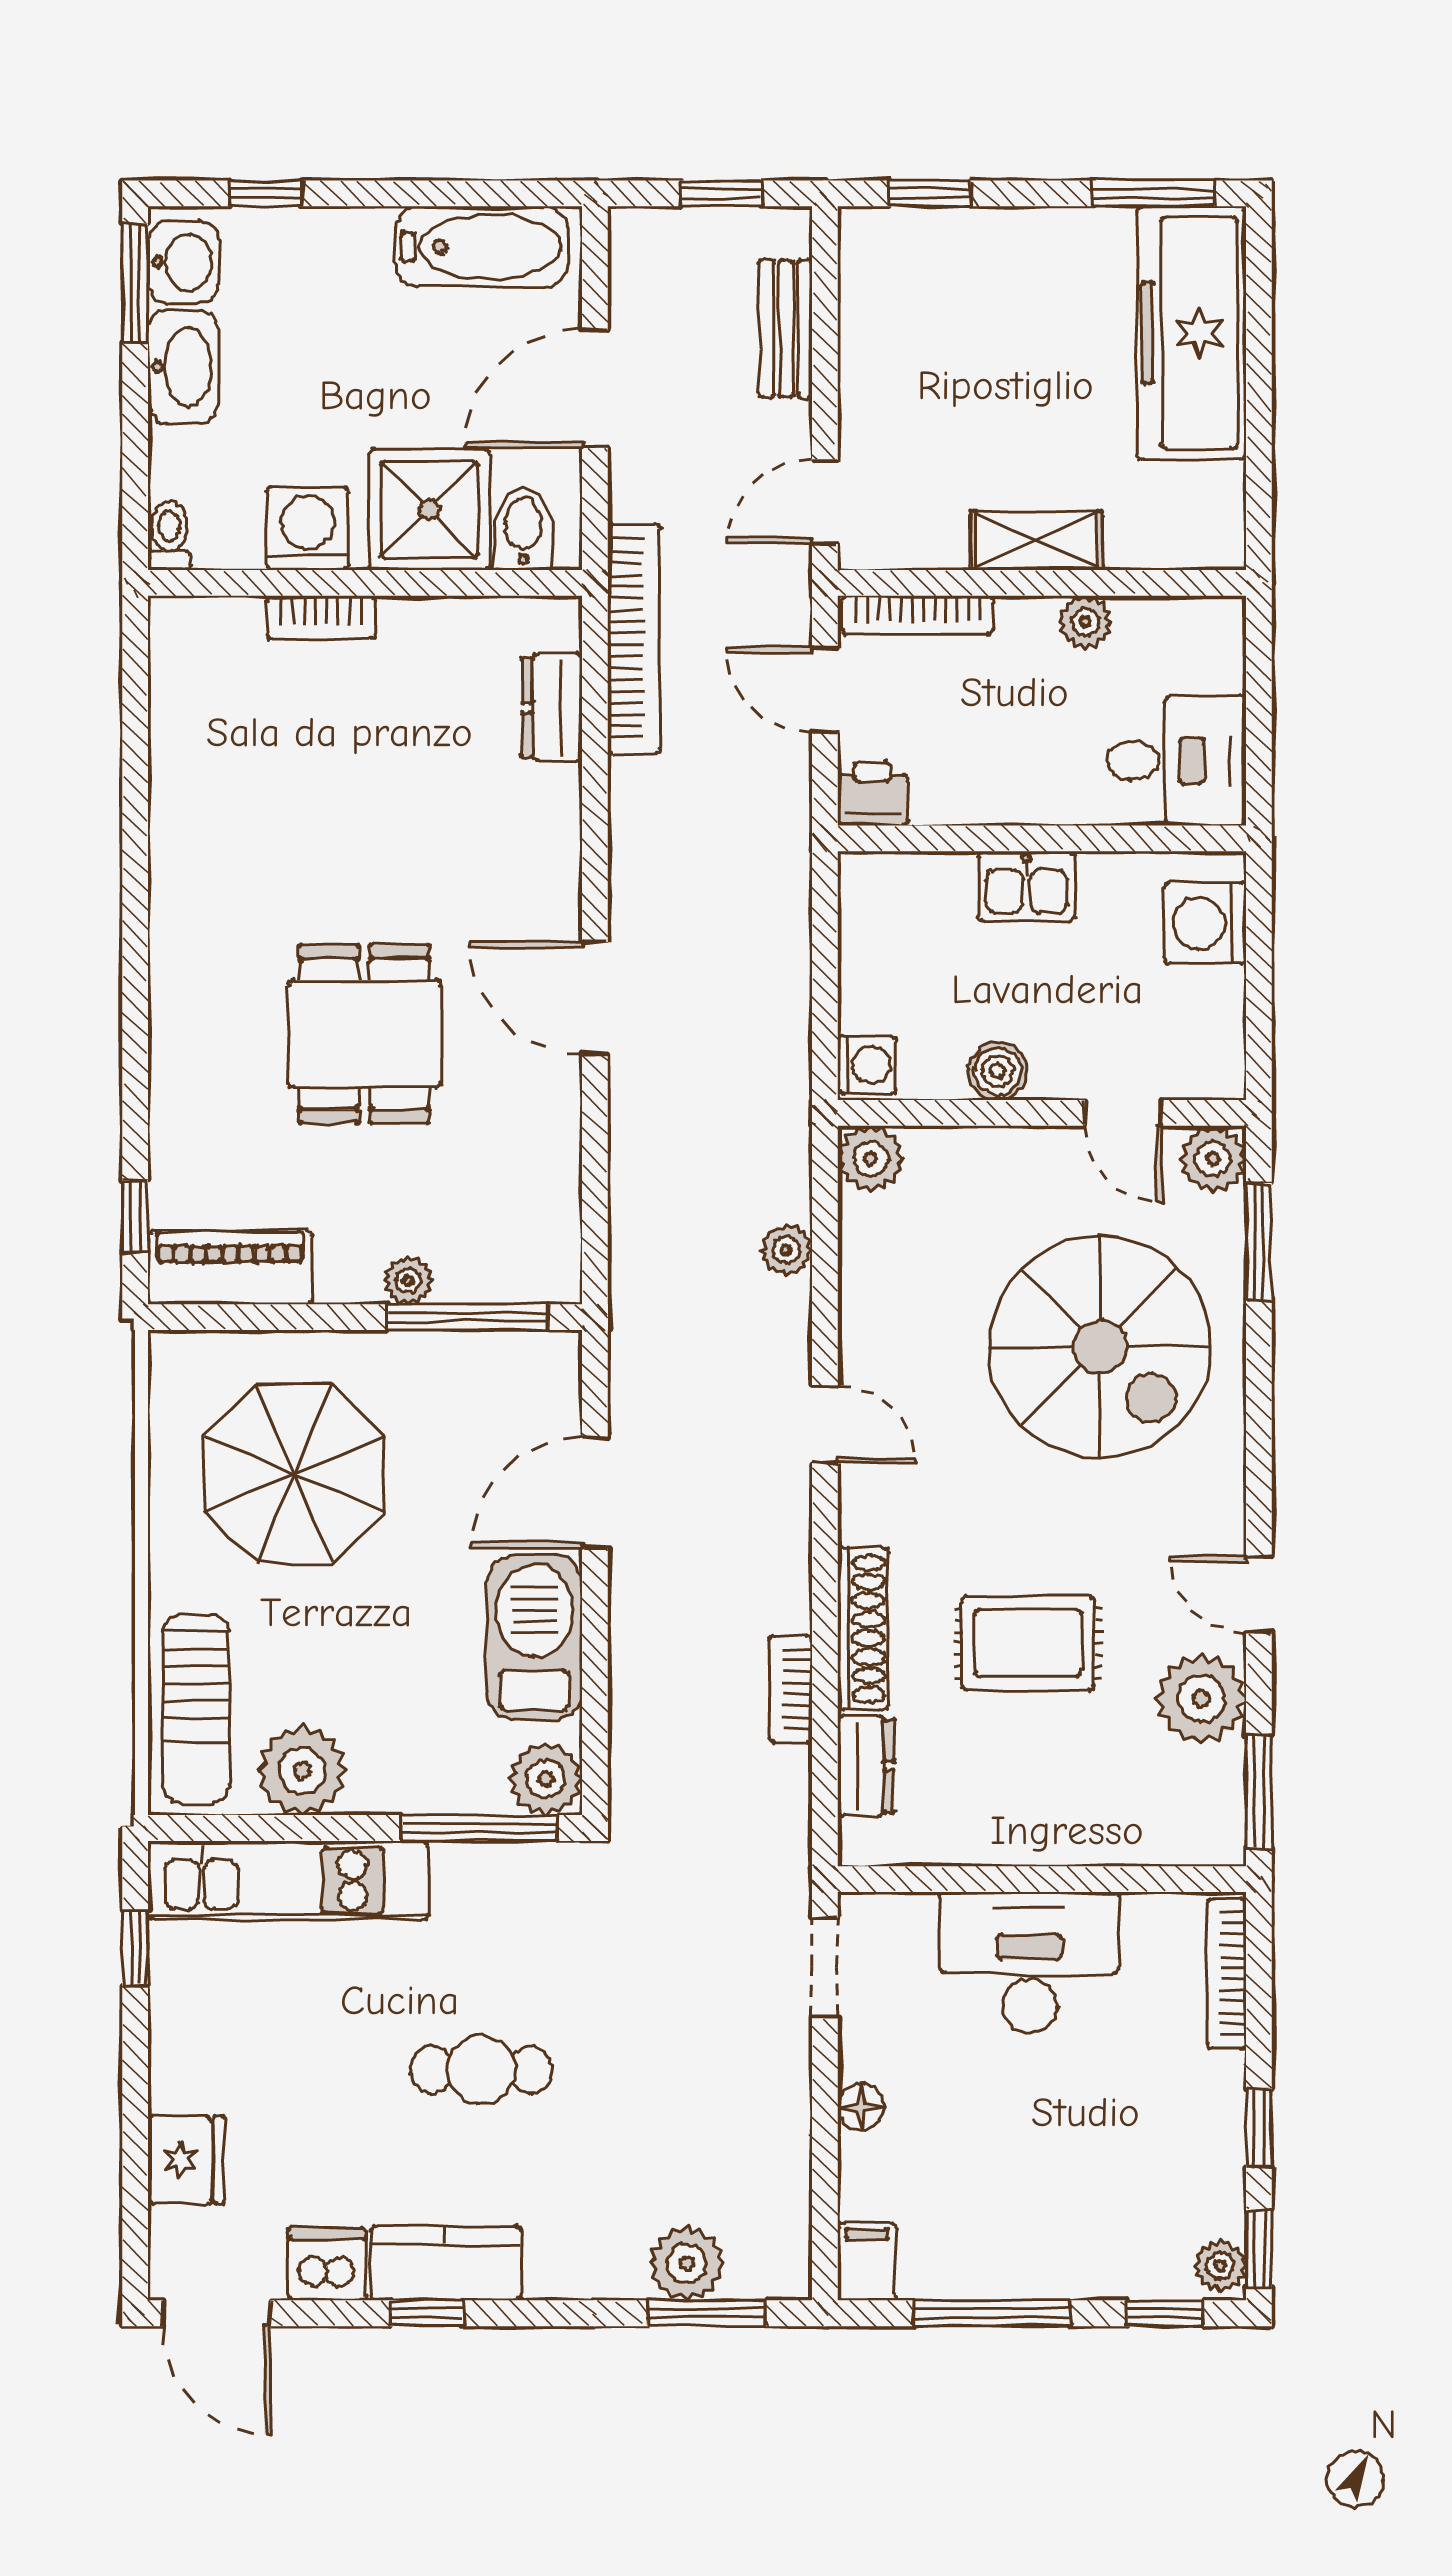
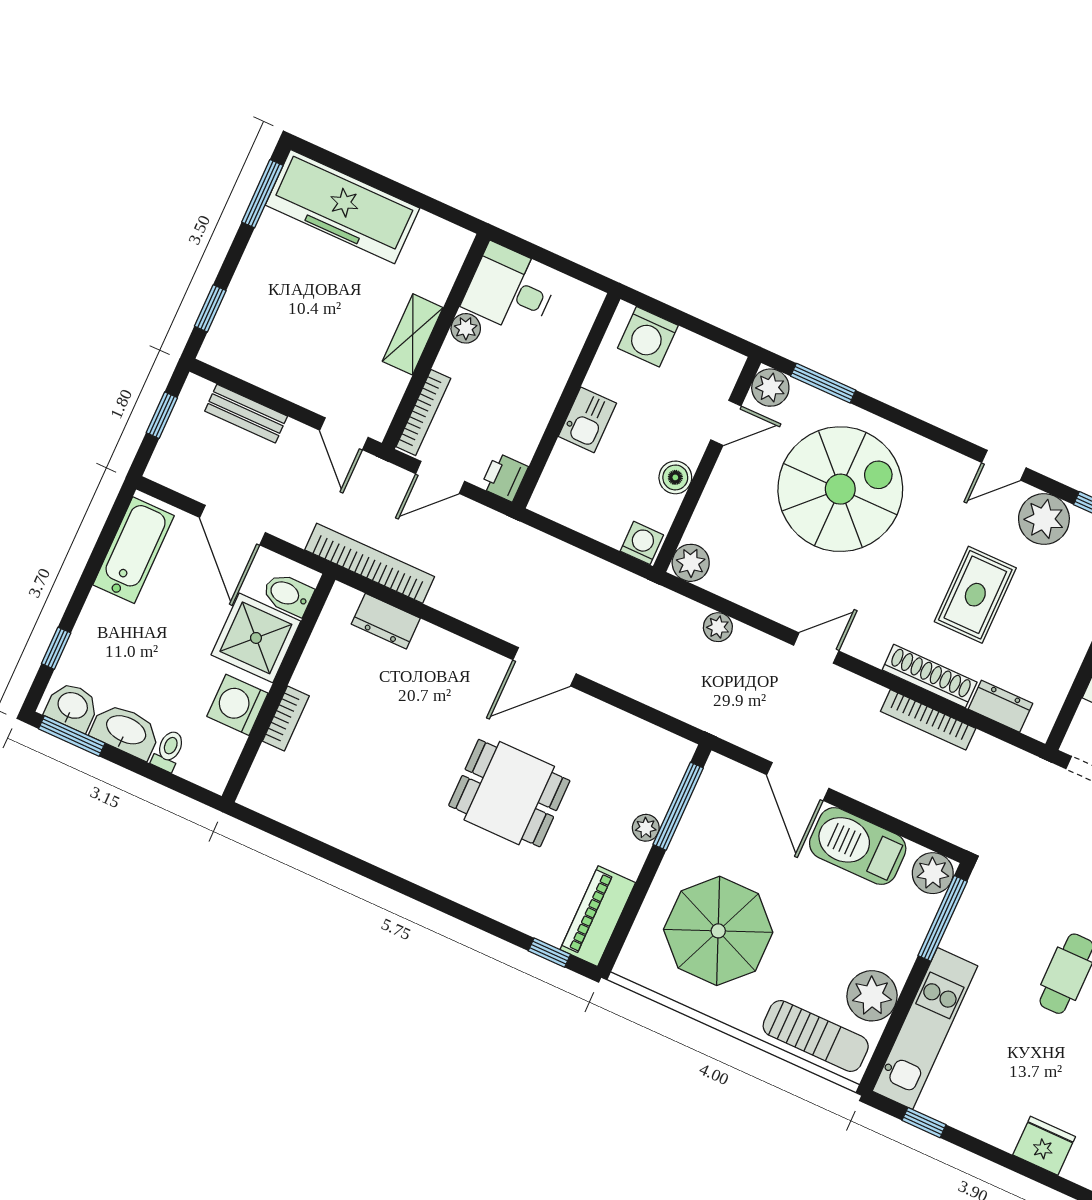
toilet: (169, 535) -> (168, 751), moved, turned 90
desk: (1176, 761) -> (510, 289), moved, turned -90
bookcase: (791, 1689) -> (928, 720), width x1.56

